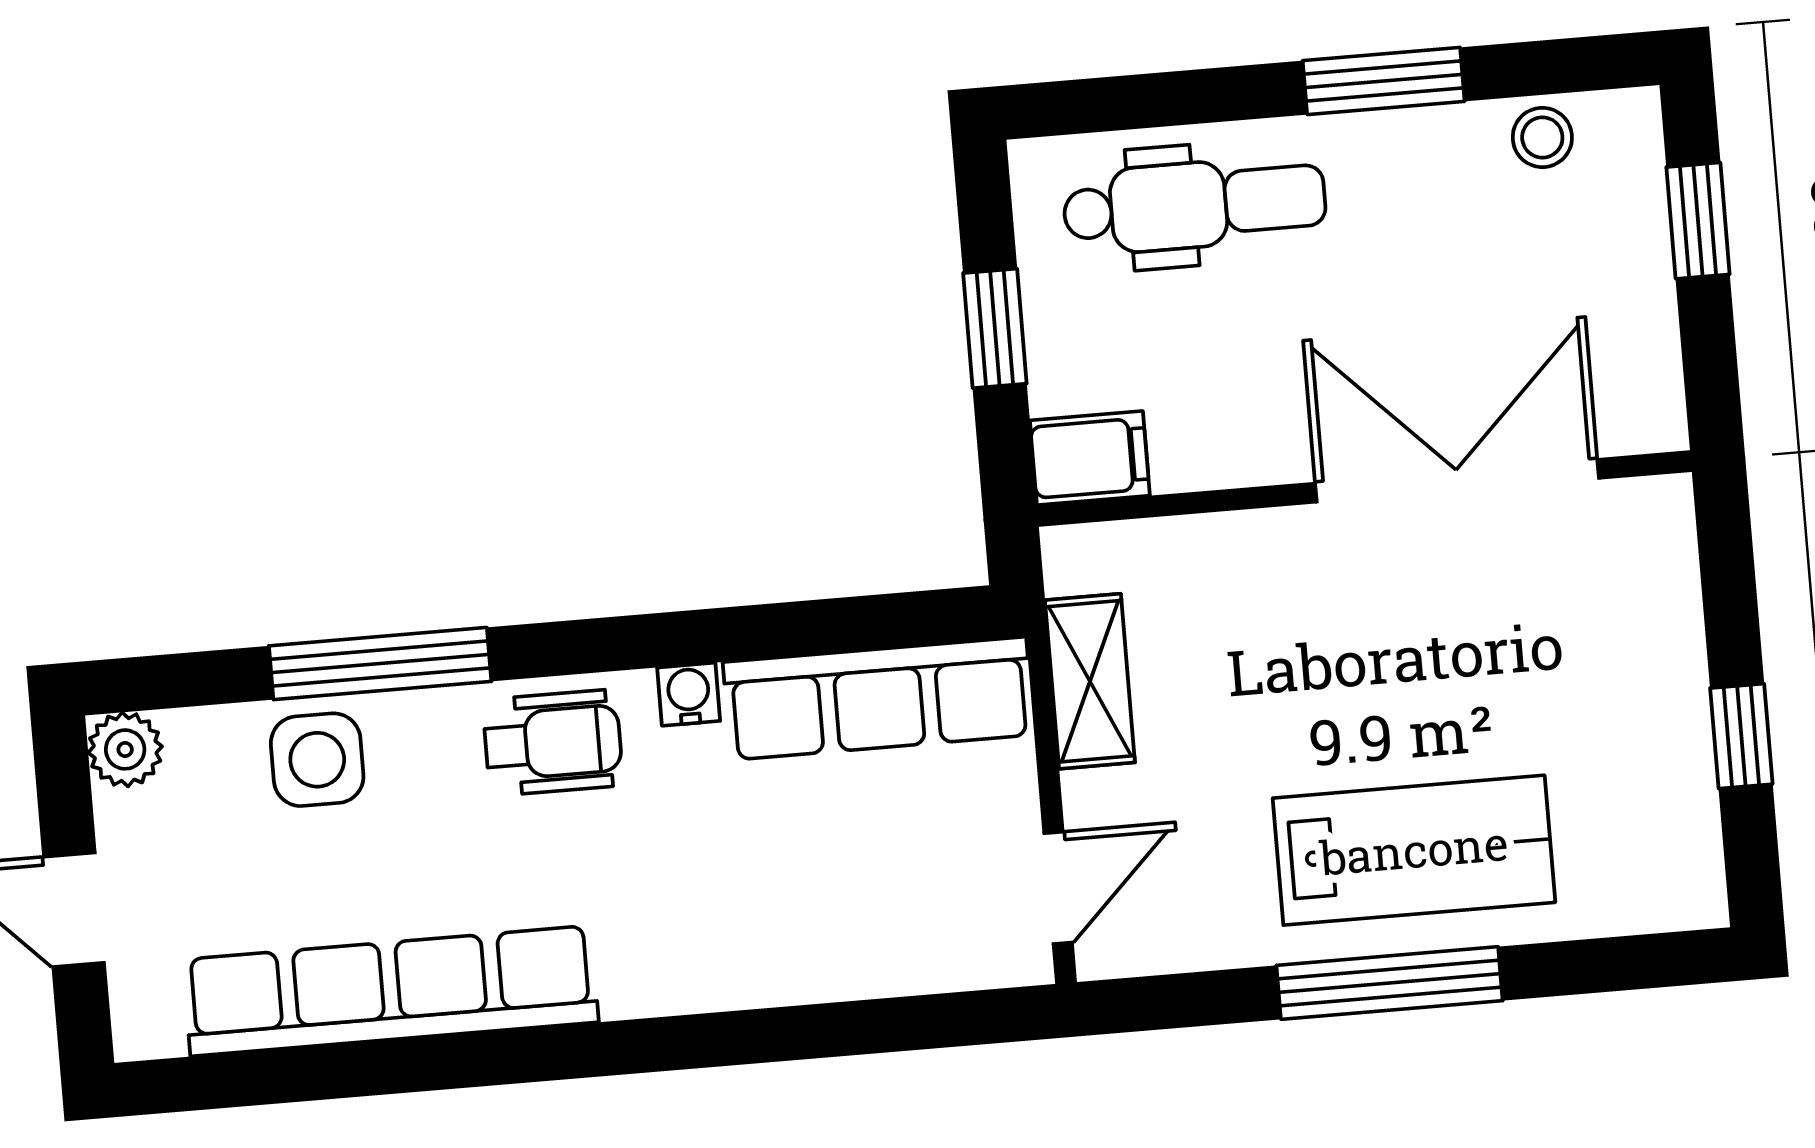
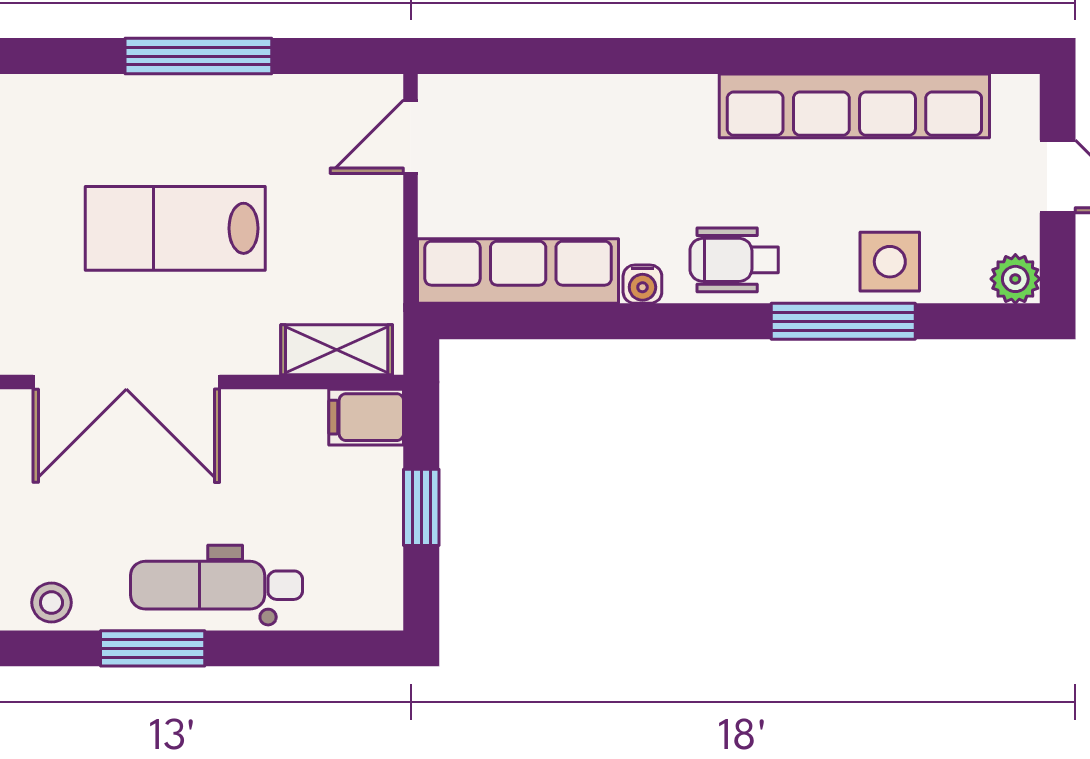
dental chair: (1195, 205) -> (217, 585), moved
shelving: (1090, 681) -> (337, 350), moved, turned 90
lab bench: (1414, 850) -> (175, 228), moved

